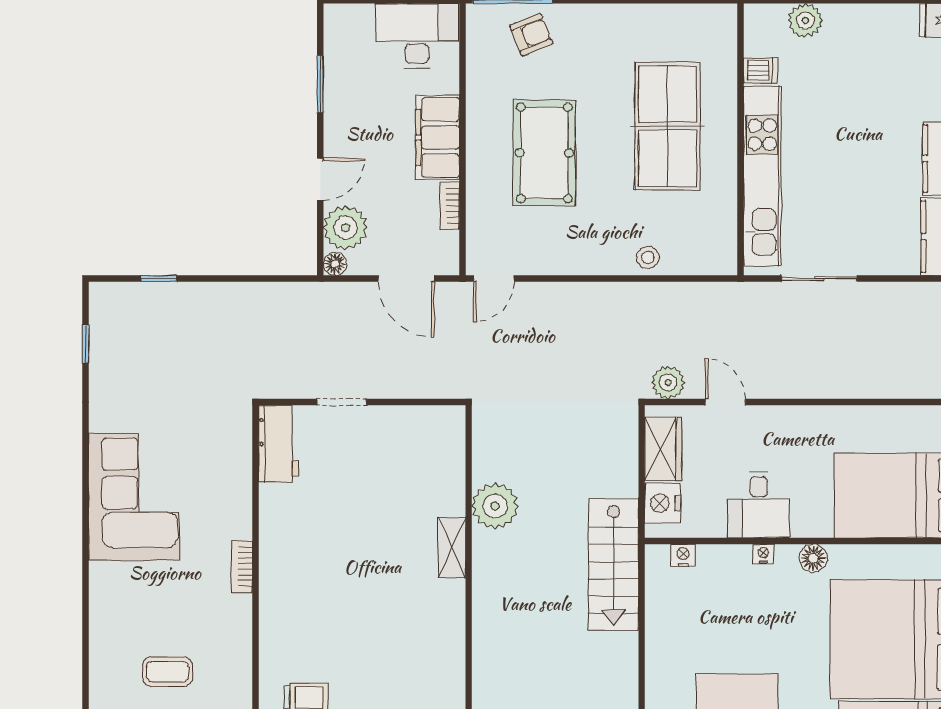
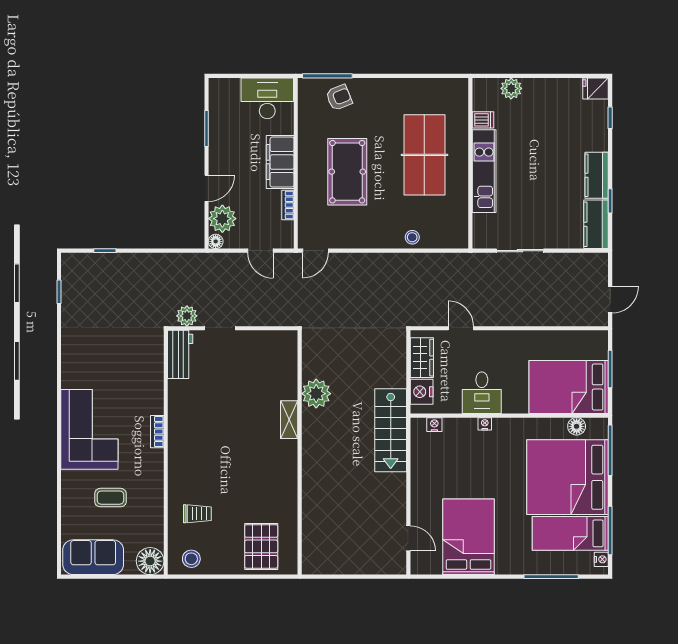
kitchen unit: (762, 176) -> (484, 171), width x0.73
door: (406, 278) -> (260, 251), width x0.73
plant: (668, 382) -> (187, 316), moved
corner sofa: (134, 497) -> (89, 429), moved
floor lamp: (813, 558) -> (577, 426), moved

